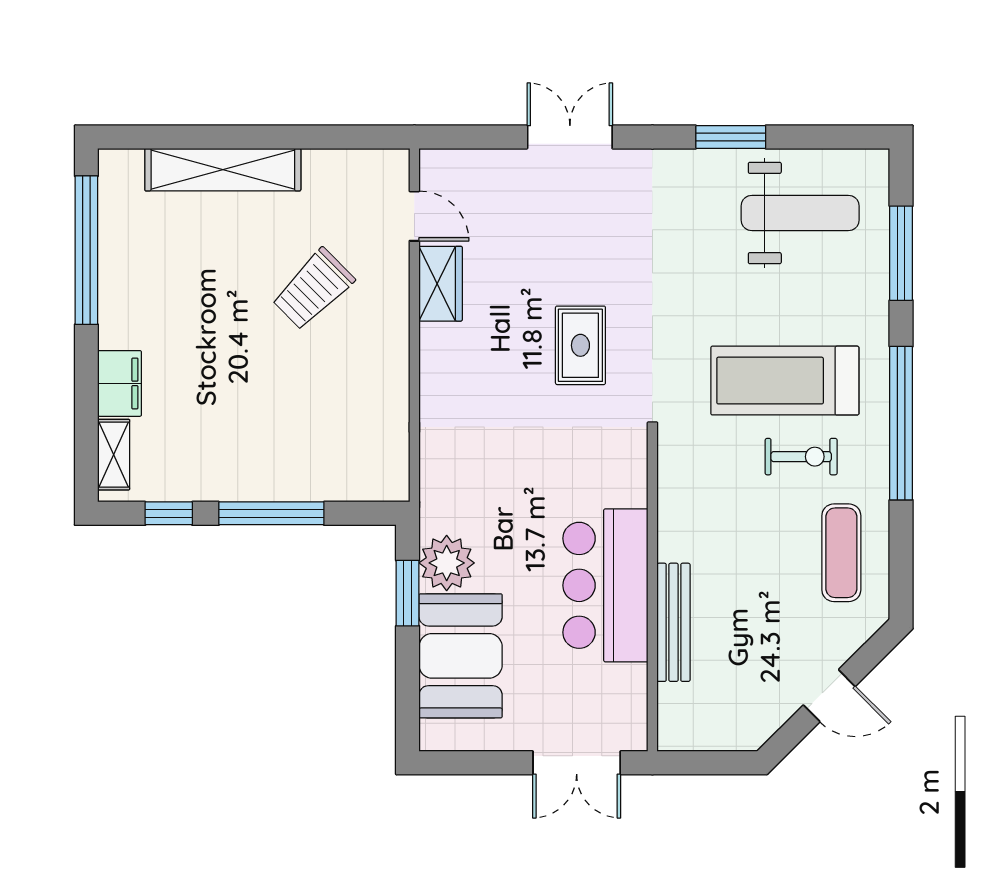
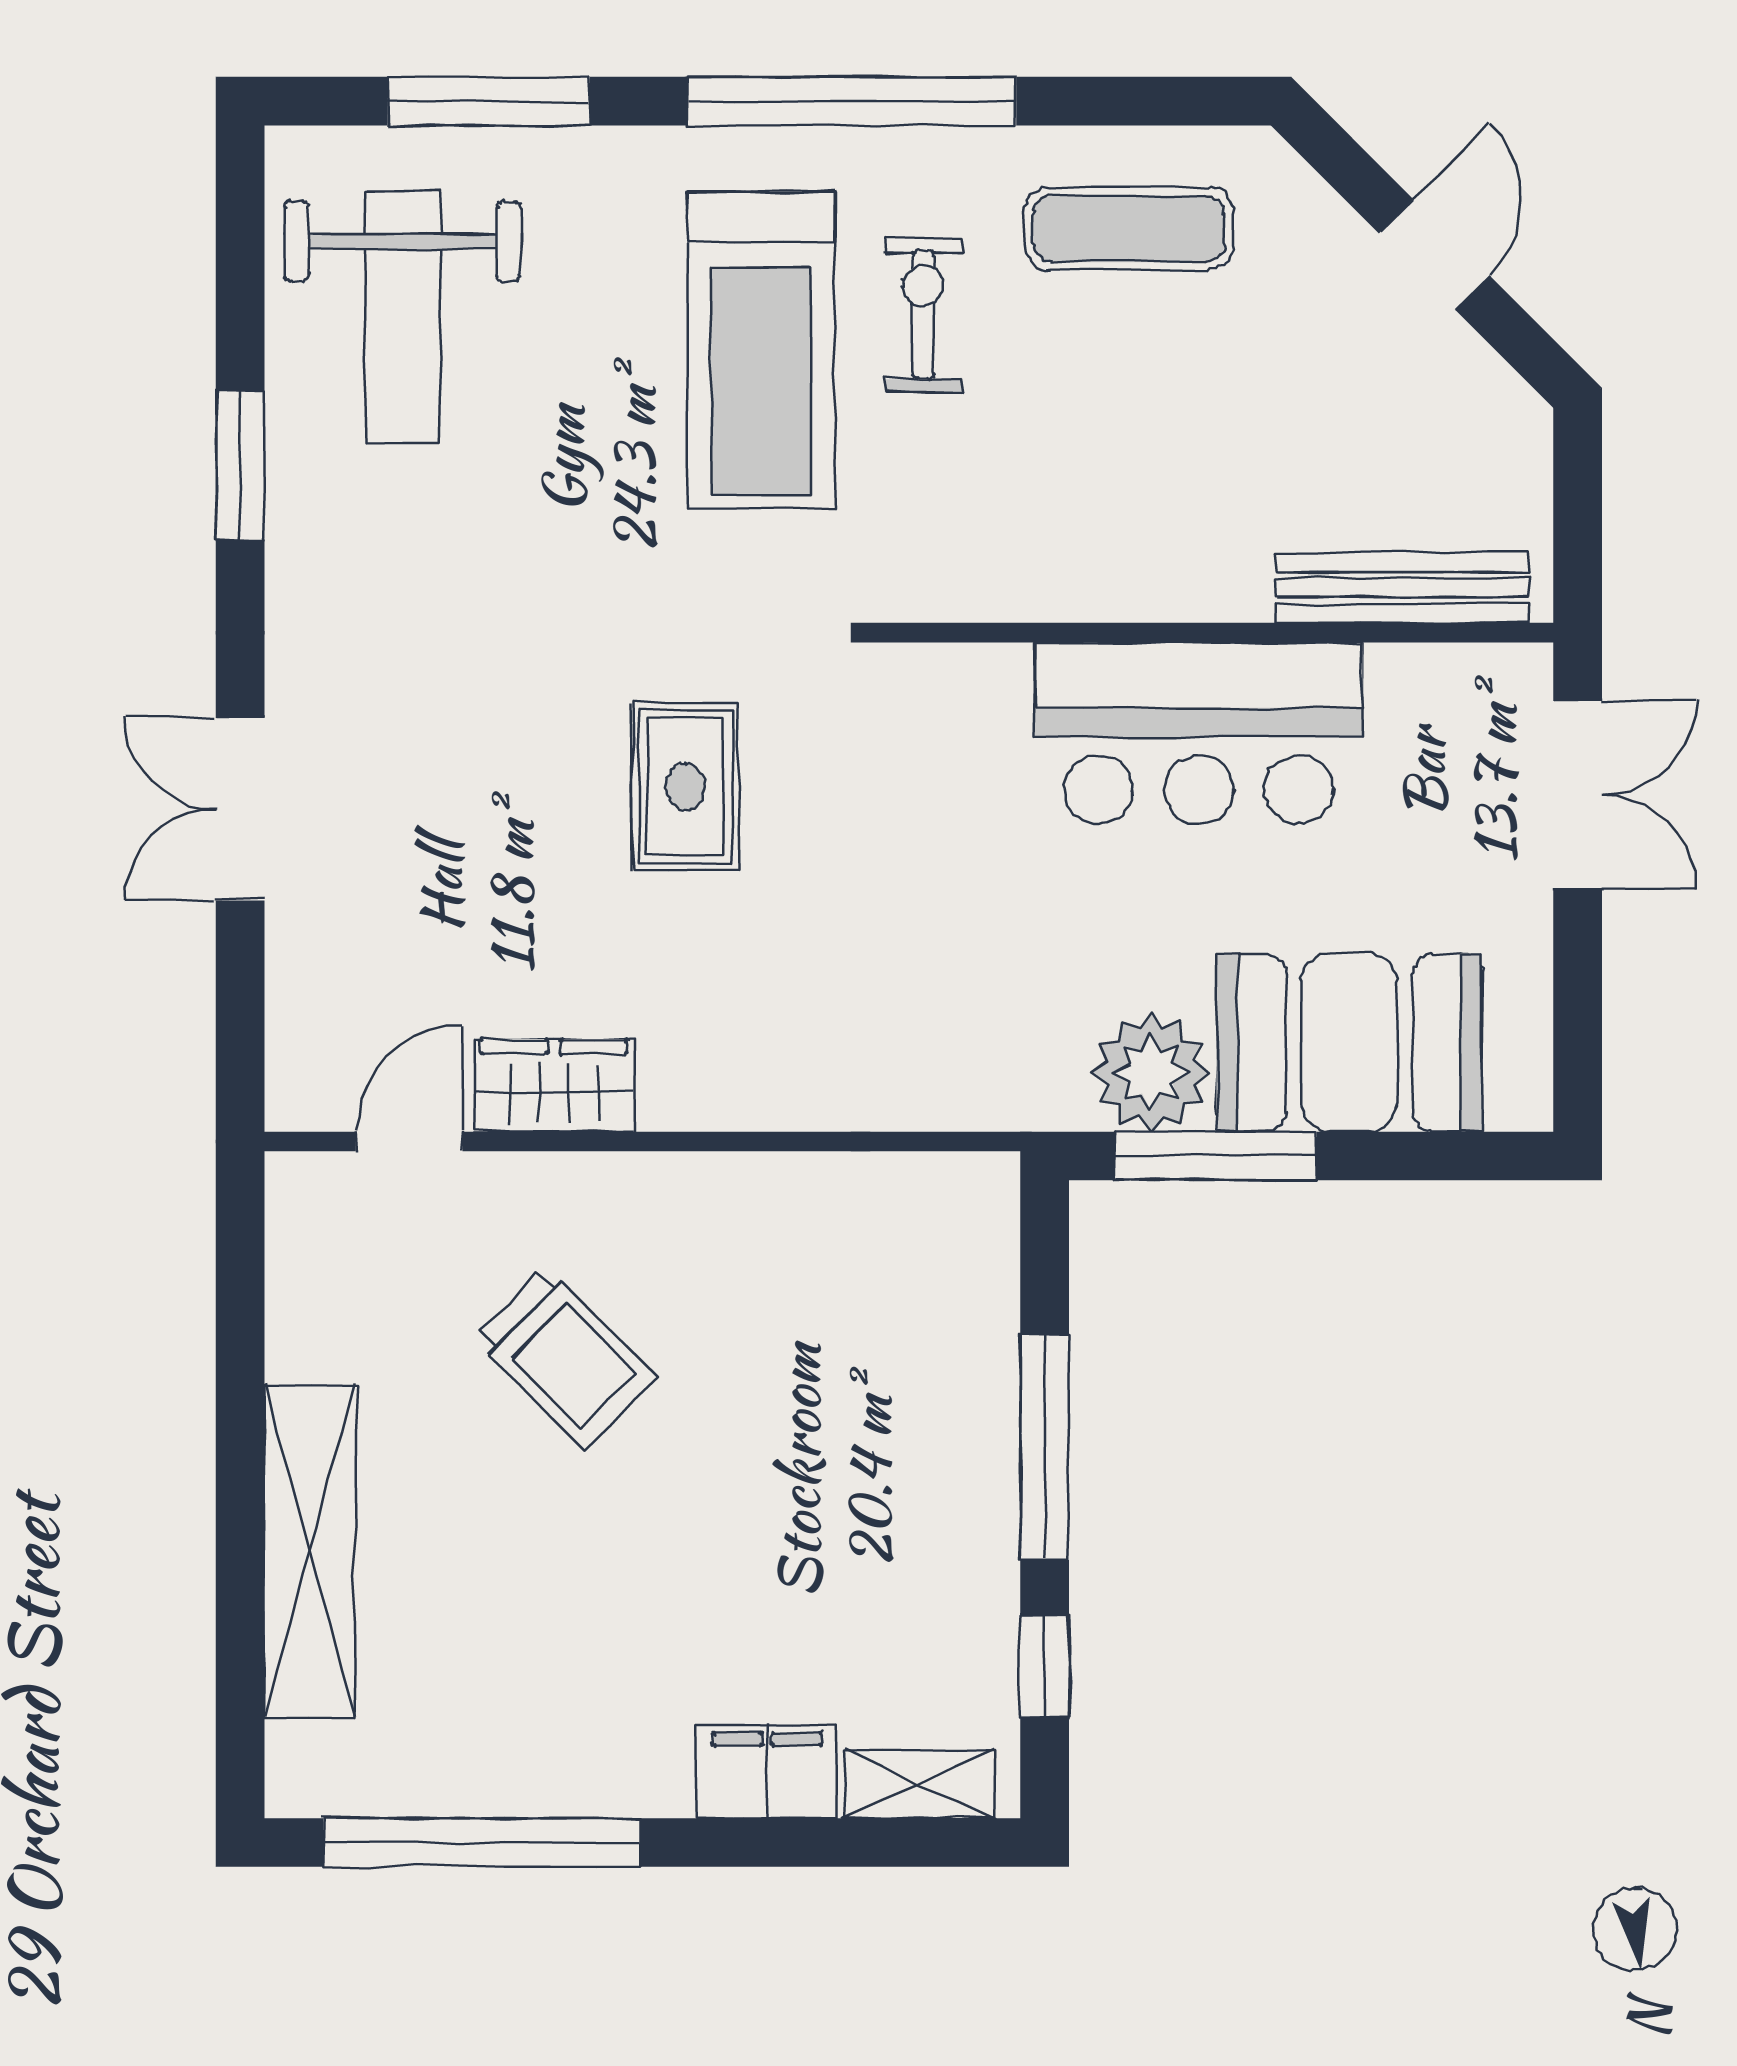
weight bench: (800, 213) -> (403, 317), turned 180
rug: (580, 345) -> (686, 786), turned 90
window: (408, 593) -> (1215, 1156), width x1.44
bench: (674, 622) -> (1403, 588), moved

